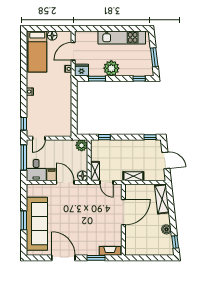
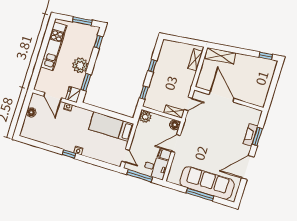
bed: (37, 51) -> (111, 127), moved, turned 180
window: (24, 124) -> (69, 154), moved
window: (150, 137) -> (152, 66), moved
door: (166, 160) -> (185, 40), removed
shelving: (133, 176) -> (195, 60), moved
window: (24, 220) -> (200, 194), width x1.44
boiler: (167, 229) -> (251, 60), removed
fireplace: (110, 251) -> (250, 135), moved

